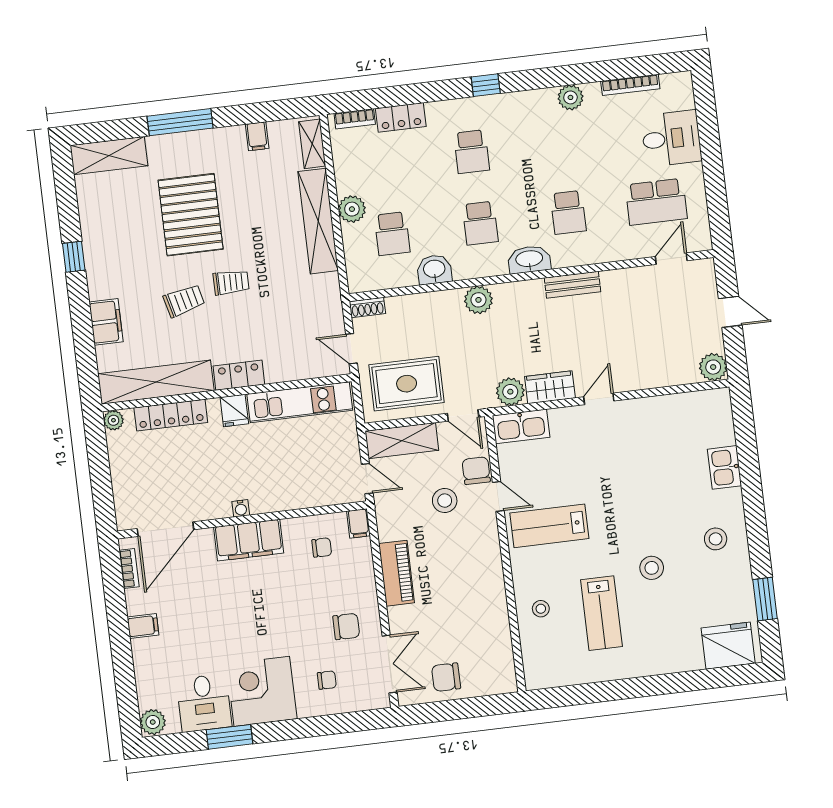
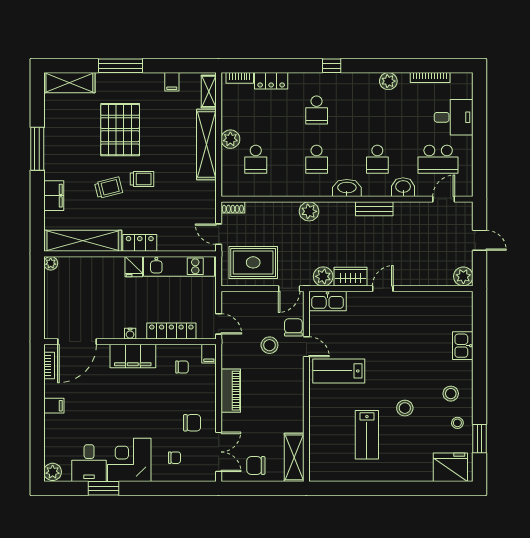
window: (74, 257) -> (37, 149), width x2.17
washbasin: (434, 270) -> (403, 187), moved
locker: (171, 415) -> (171, 331), moved, turned 180
door: (463, 415) -> (289, 289), hinge flipped
shelving: (402, 441) -> (294, 457), moved, turned 90
stool: (541, 609) -> (457, 423), moved

